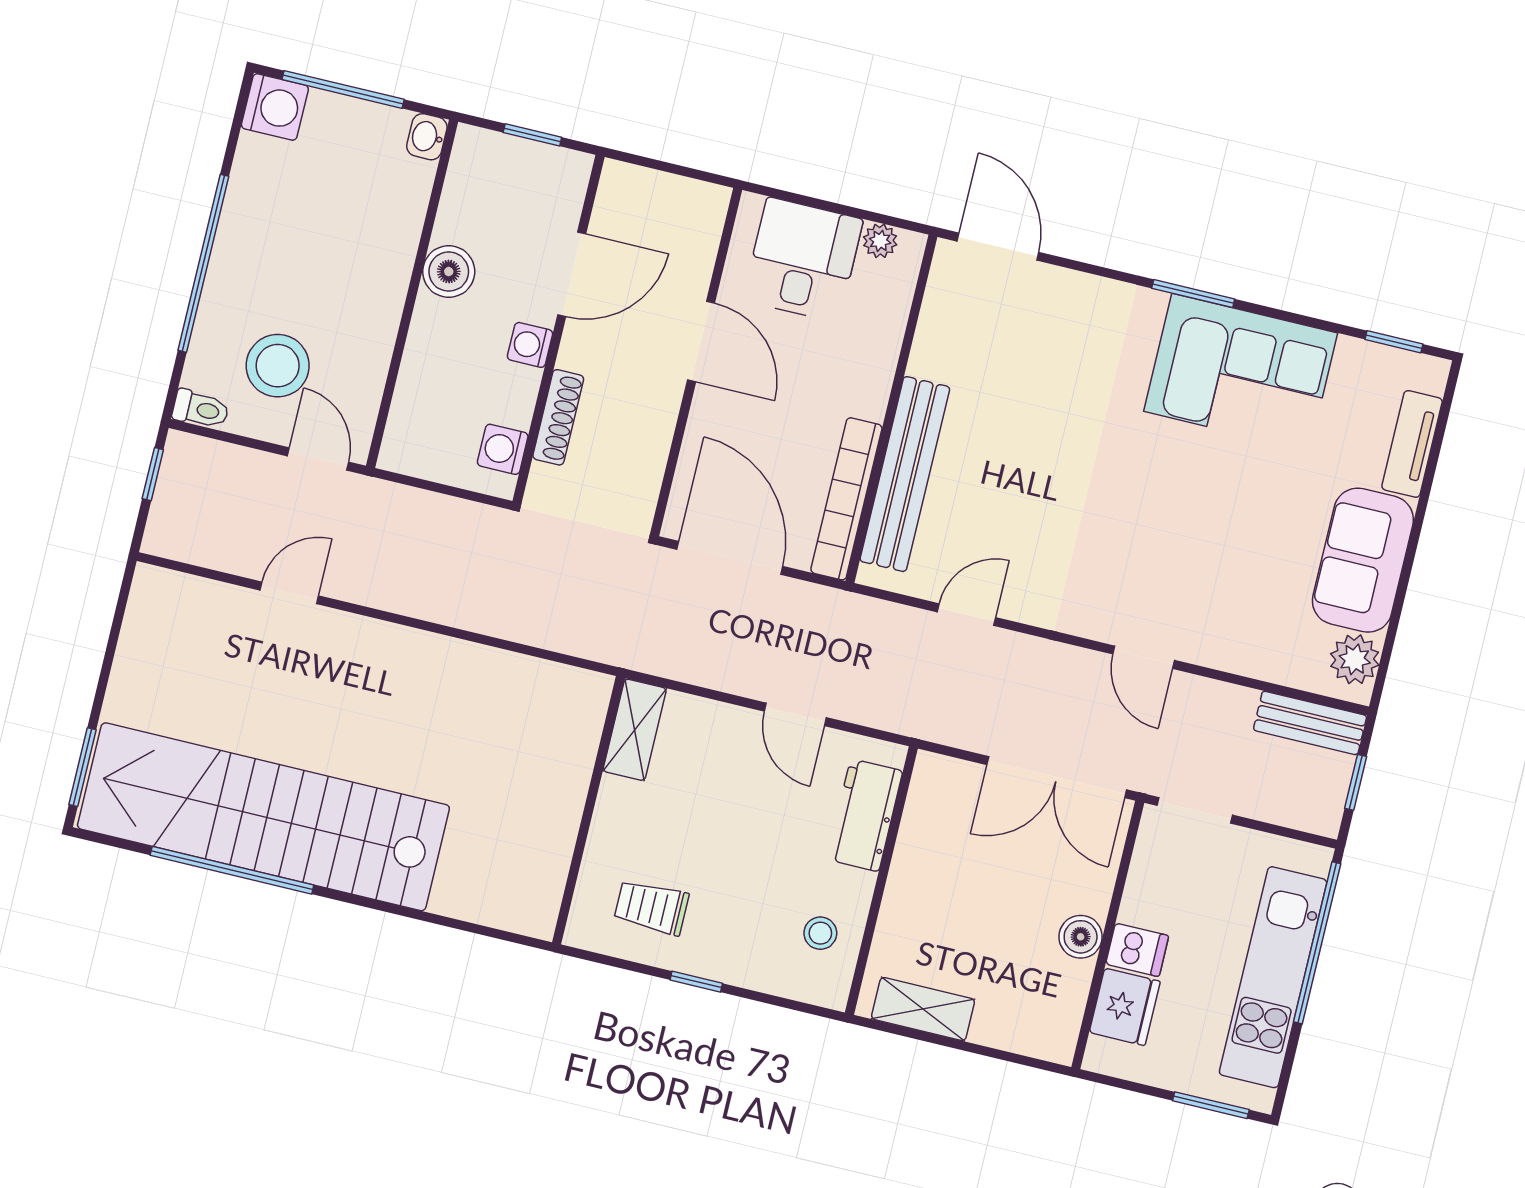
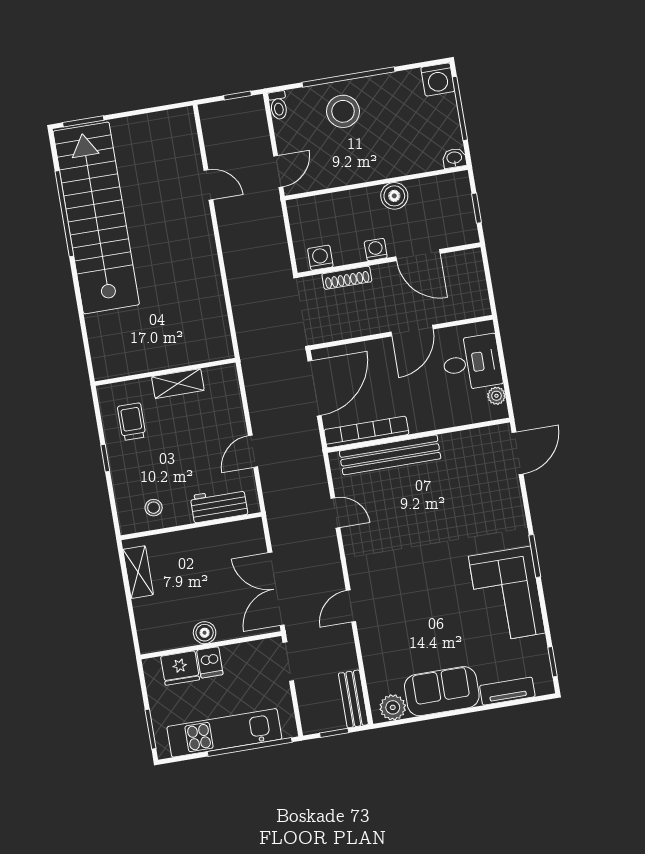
stool: (278, 366) -> (343, 111), moved
shelving: (635, 730) -> (178, 384), moved

